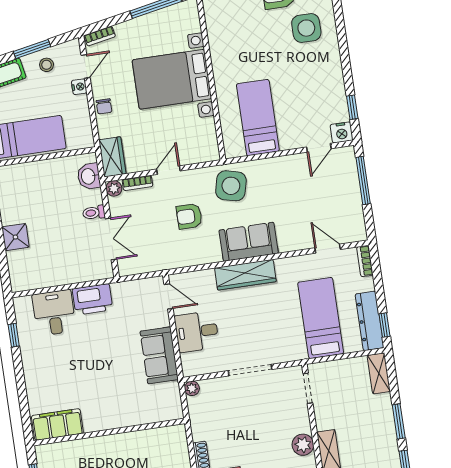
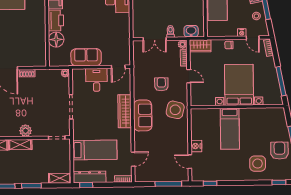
bed: (258, 118) -> (230, 129), moved, turned 90
nightstand: (342, 132) -> (196, 146), moved
printer: (93, 299) -> (56, 21), moved, turned 180
floor lamp: (135, 412) -> (56, 40), added

